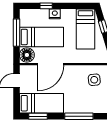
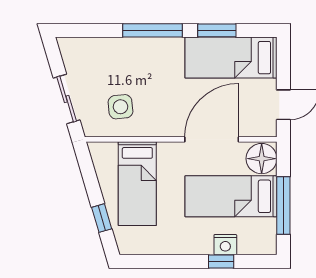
nightstand: (55, 14) -> (225, 245), moved
bed: (85, 29) -> (137, 184), moved, turned 180
window: (38, 116) -> (217, 30), moved

